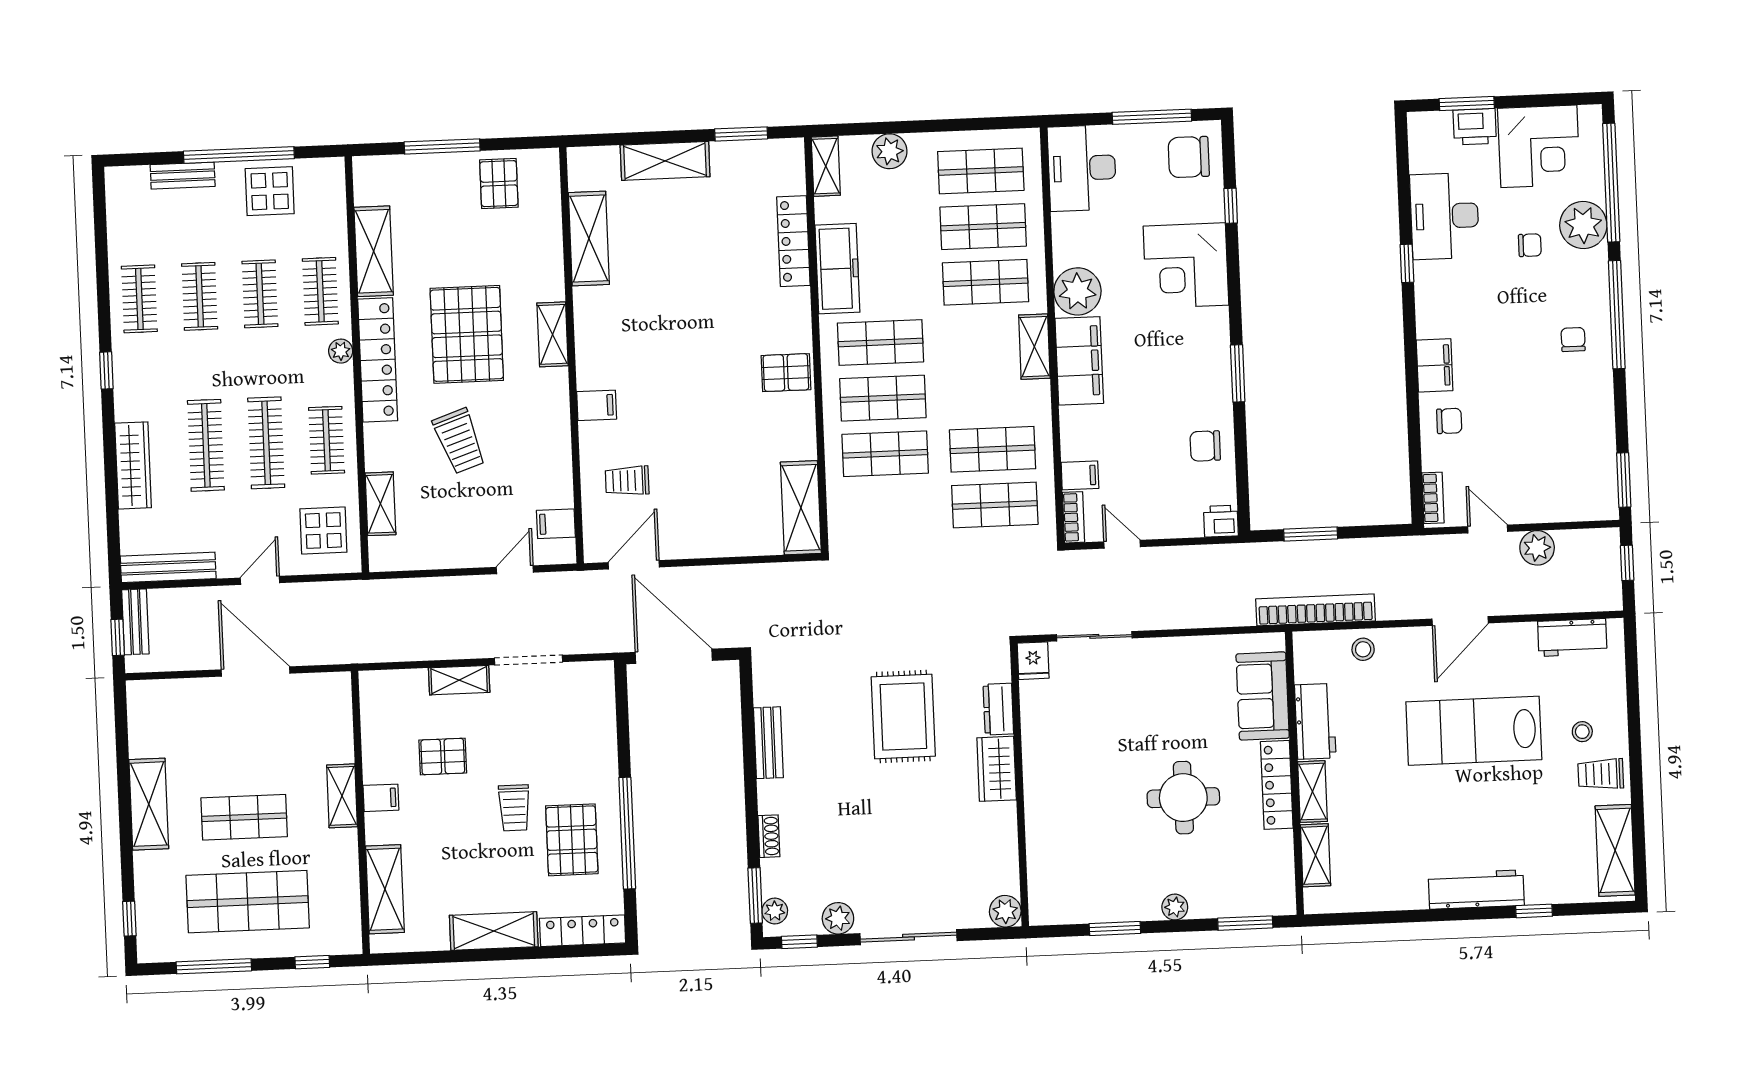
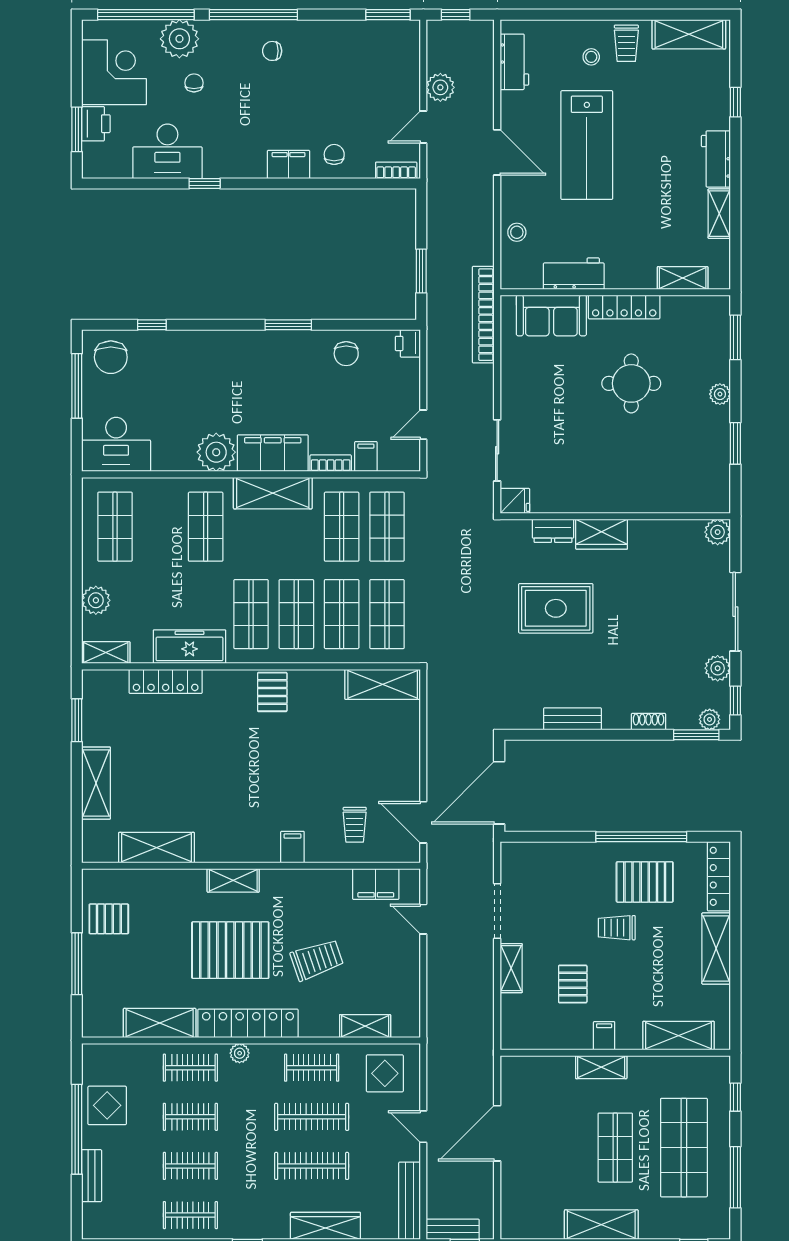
shop shelf: (983, 227) -> (387, 614), moved
corner desk: (1186, 266) -> (199, 363), removed
shelving: (1034, 347) -> (273, 493), width x1.50, depth x1.33
bookcase: (1073, 517) -> (331, 463), moved
filing cabinet: (556, 524) -> (376, 884), width x2.00
bookcase: (1316, 610) -> (483, 315), moved
shelving: (1313, 792) -> (719, 214), moved, turned 90
trolley: (514, 808) -> (617, 928), turned 180
workbench: (1476, 889) -> (716, 159), width x0.73

